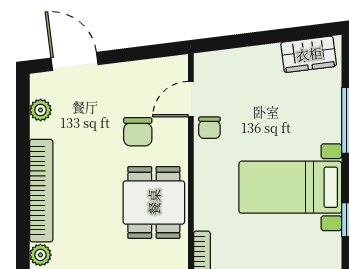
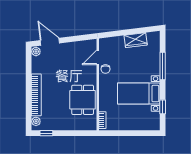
wardrobe: (309, 54) -> (136, 40), moved
plant: (40, 110) -> (36, 51), moved
chair: (138, 132) -> (76, 71), removed

